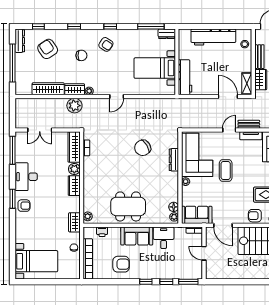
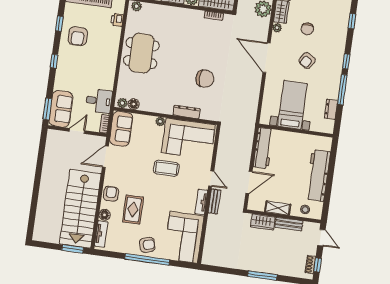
window: (151, 26) -> (342, 90), moved
dresser: (167, 34) -> (331, 109), moved
armchair: (106, 44) -> (307, 60), moved
chair: (81, 55) -> (307, 29), moved
workbench: (185, 77) -> (263, 148), moved, turned -90
shelving: (247, 84) -> (278, 208), moved
door: (117, 97) -> (267, 58), width x1.87
chair: (143, 148) -> (205, 79), turned 121
sofa: (137, 236) -> (61, 109), moved, turned 180
desk: (164, 238) -> (99, 101), moved
window: (166, 282) -> (59, 24), moved

